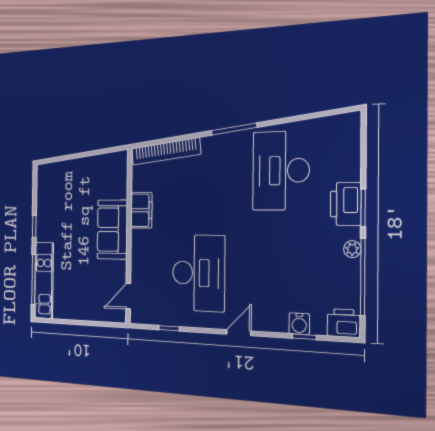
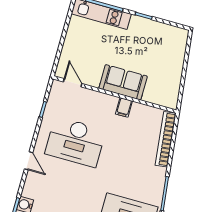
filing cabinet: (141, 210) -> (124, 107), width x0.50

